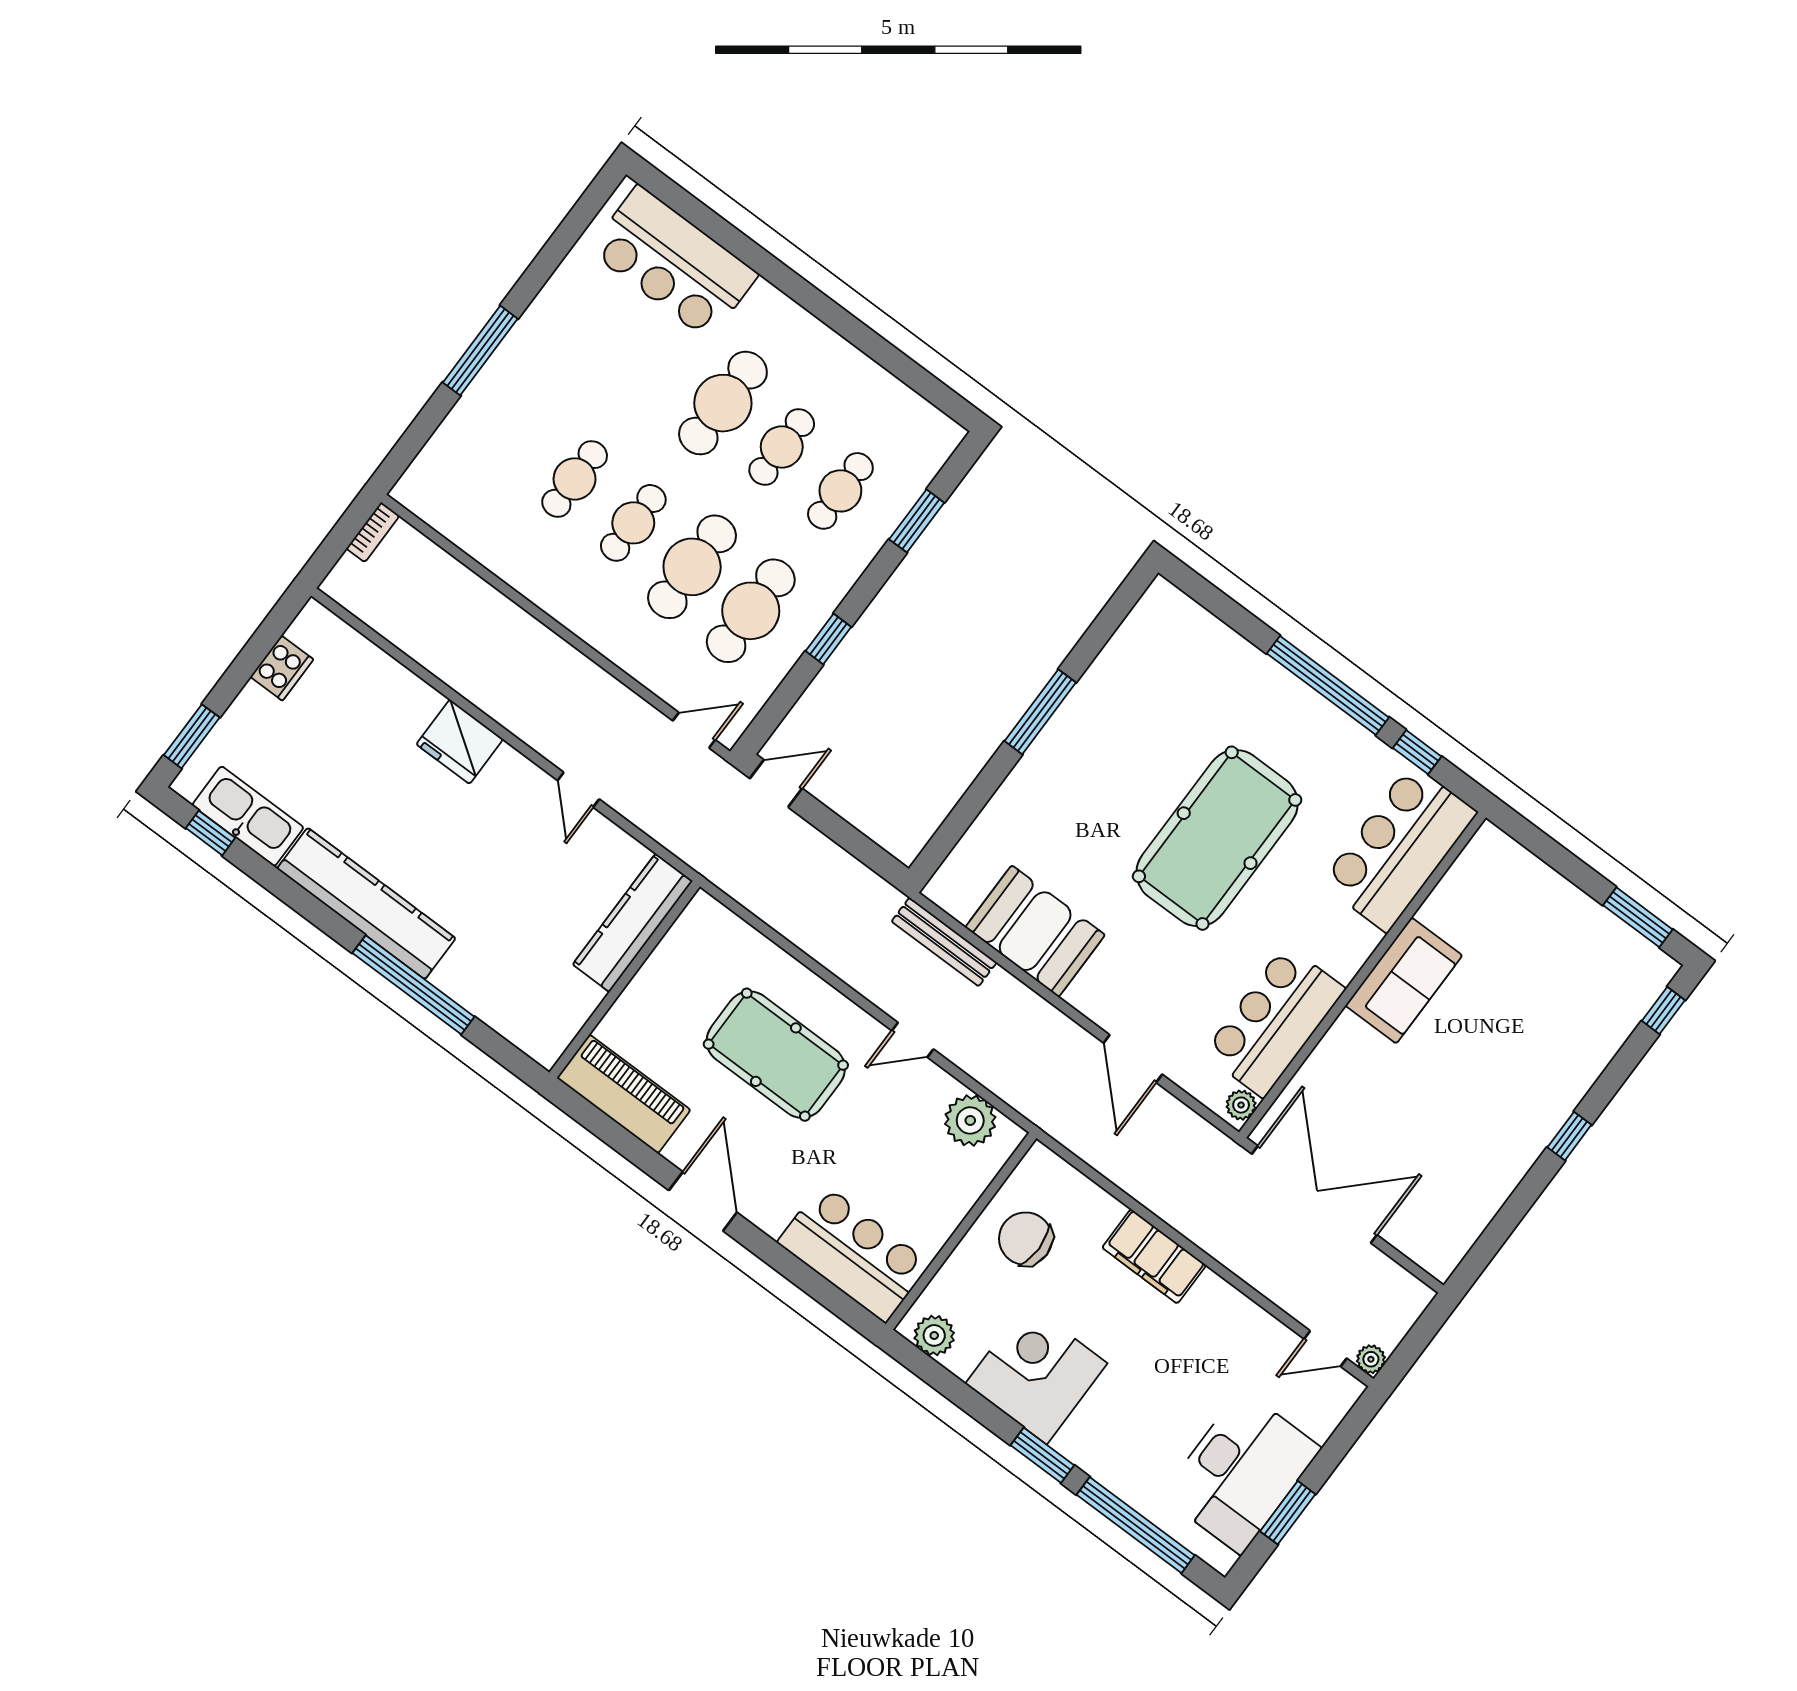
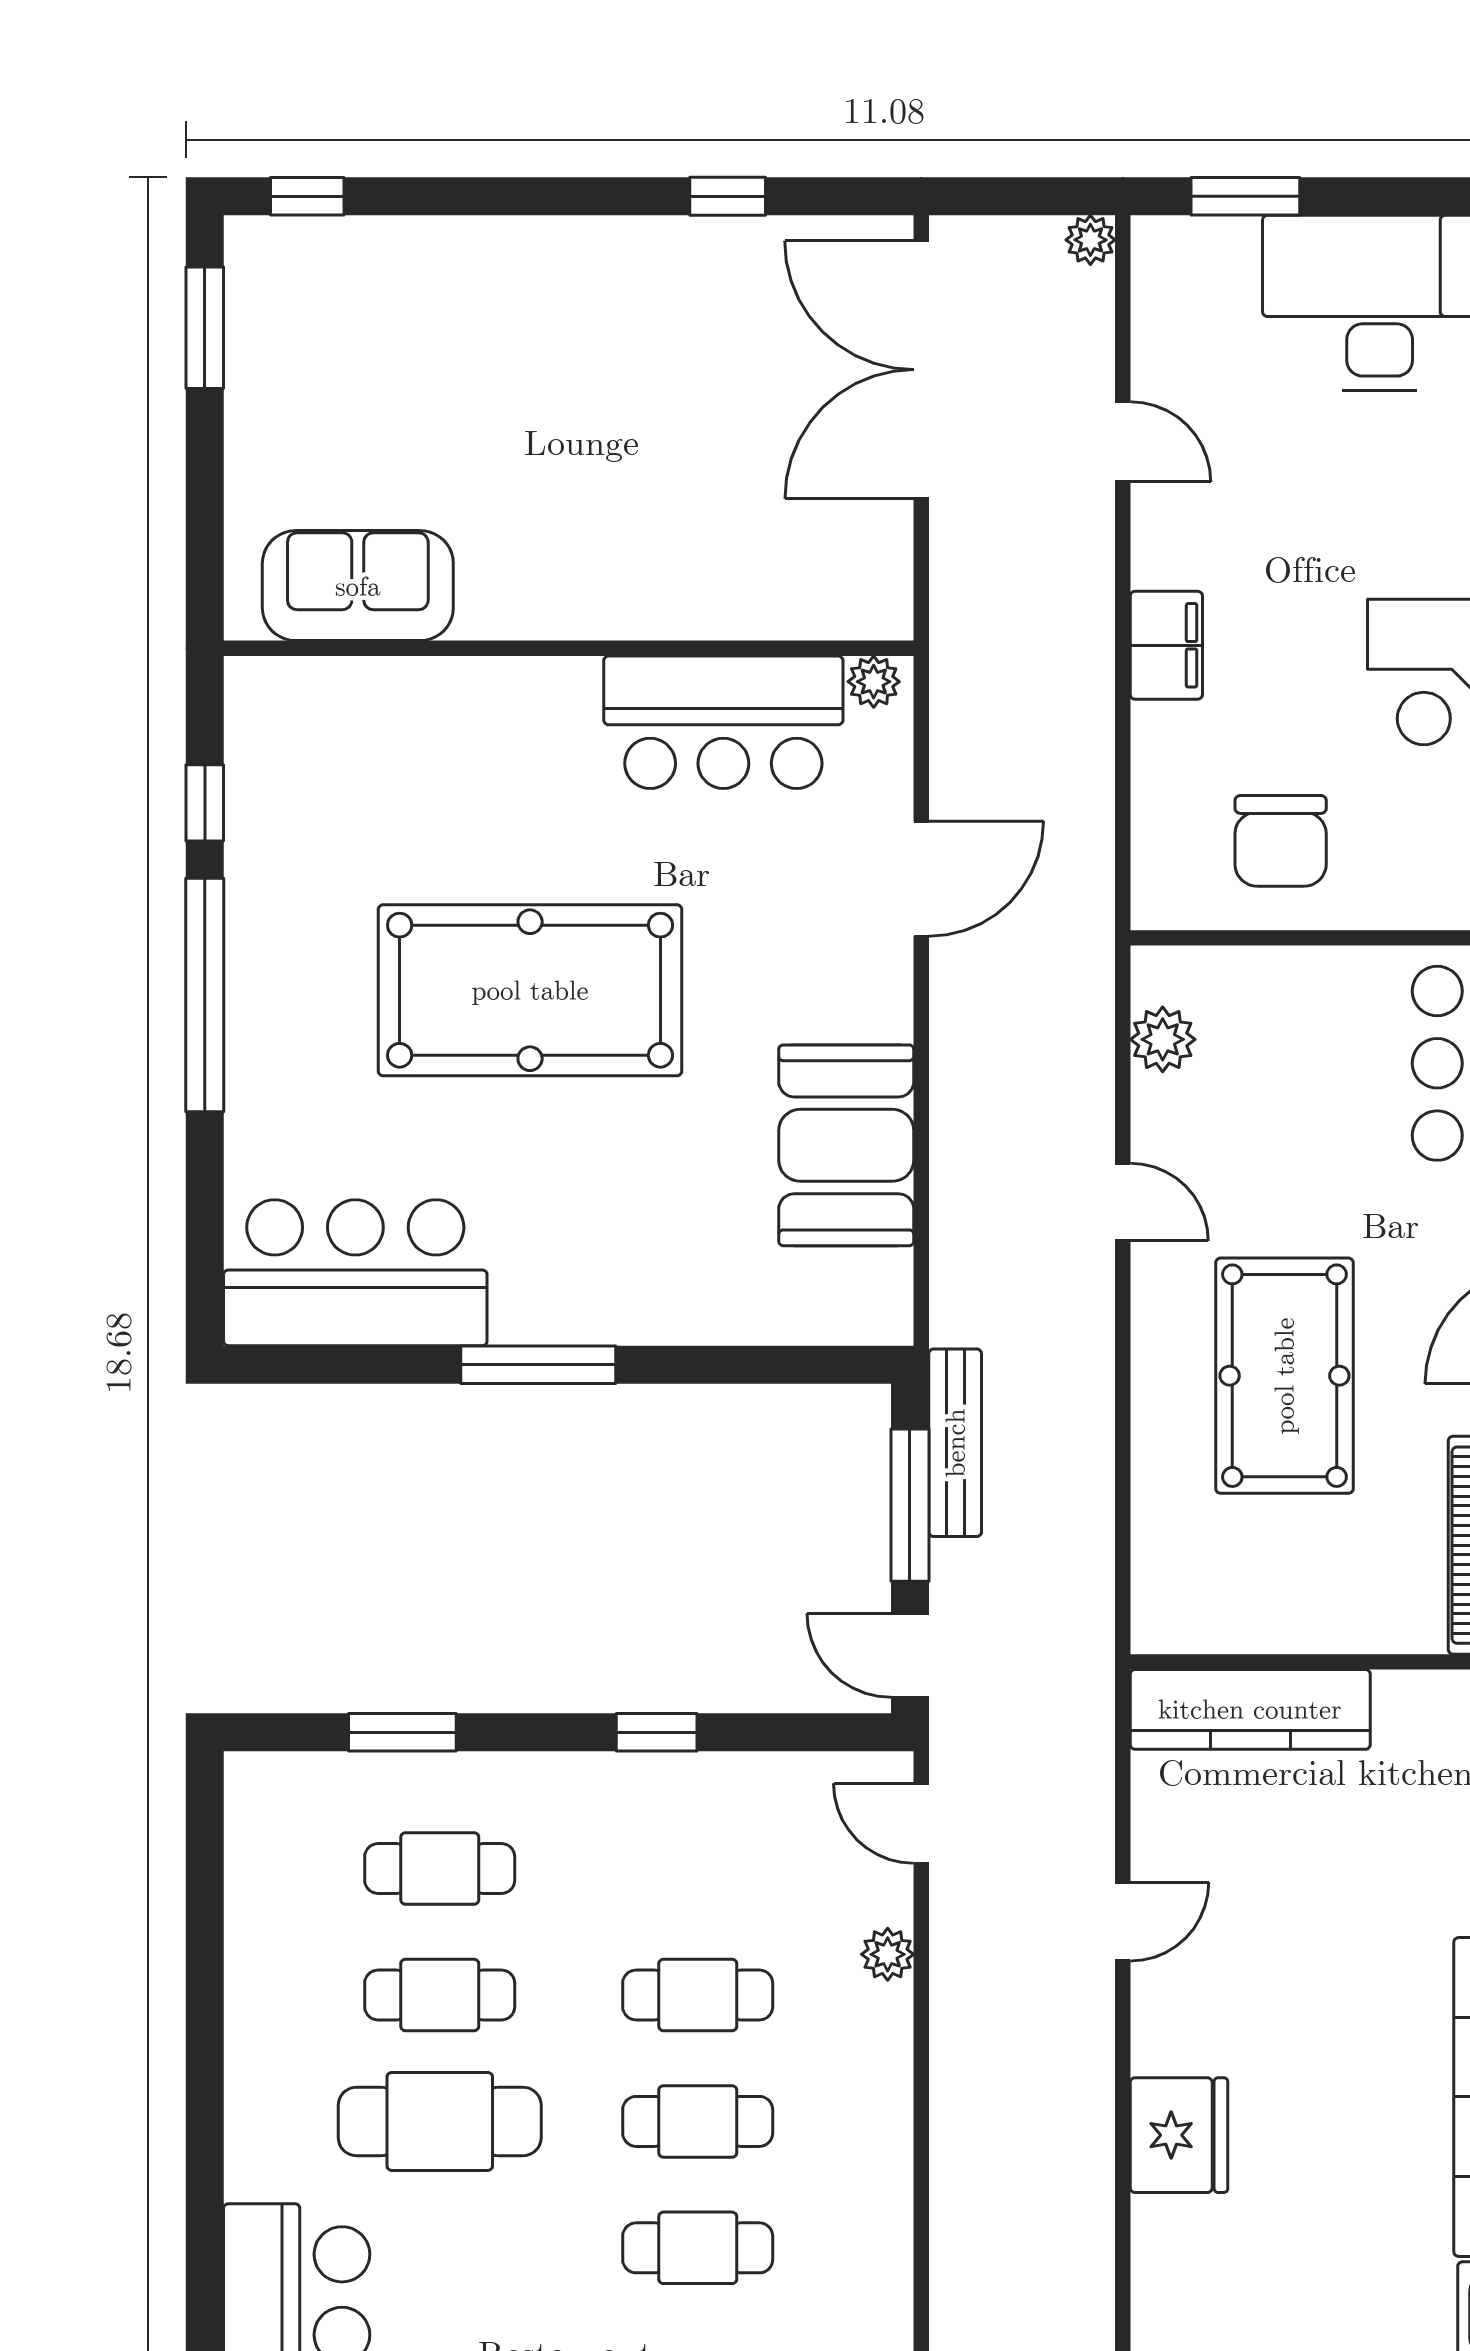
cafe table: (692, 567) -> (698, 1995), width x0.73, depth x0.74
cafe table: (751, 611) -> (698, 1869), removed
plant: (645, 669) -> (888, 1954), added
window: (846, 836) -> (910, 1505), added
bar counter: (1399, 848) -> (355, 1273), moved, turned 180
bench: (944, 942) -> (955, 1443), moved
sofa: (1404, 980) -> (358, 586), moved
plant: (970, 1120) -> (1163, 1039), width x0.73, depth x0.73
window: (1569, 1136) -> (728, 196), moved
double door: (1314, 1194) -> (921, 370), moved
filing cabinet: (1154, 1256) -> (1166, 645), width x0.67, depth x0.86
door: (1325, 1349) -> (1123, 442), moved
window: (1288, 1513) -> (1245, 196), moved

